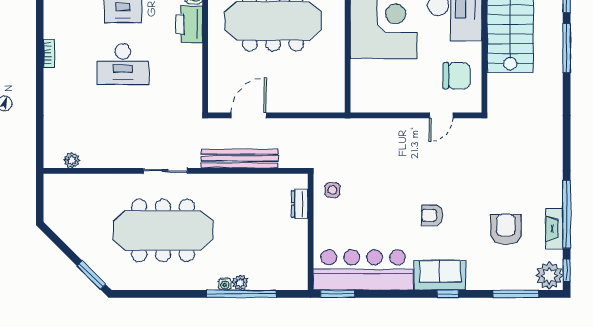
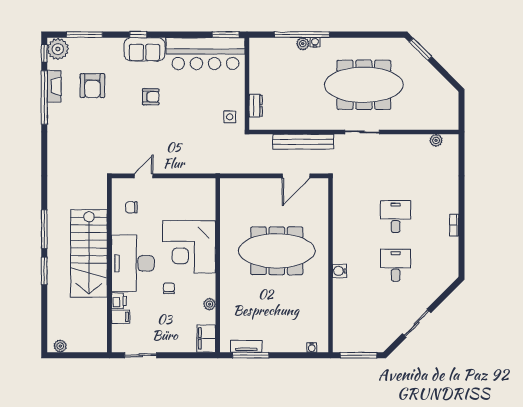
printer: (189, 24) -> (343, 248), removed
desk: (123, 64) -> (396, 217), width x0.73
chair: (457, 76) -> (131, 207), width x0.54, depth x0.54

